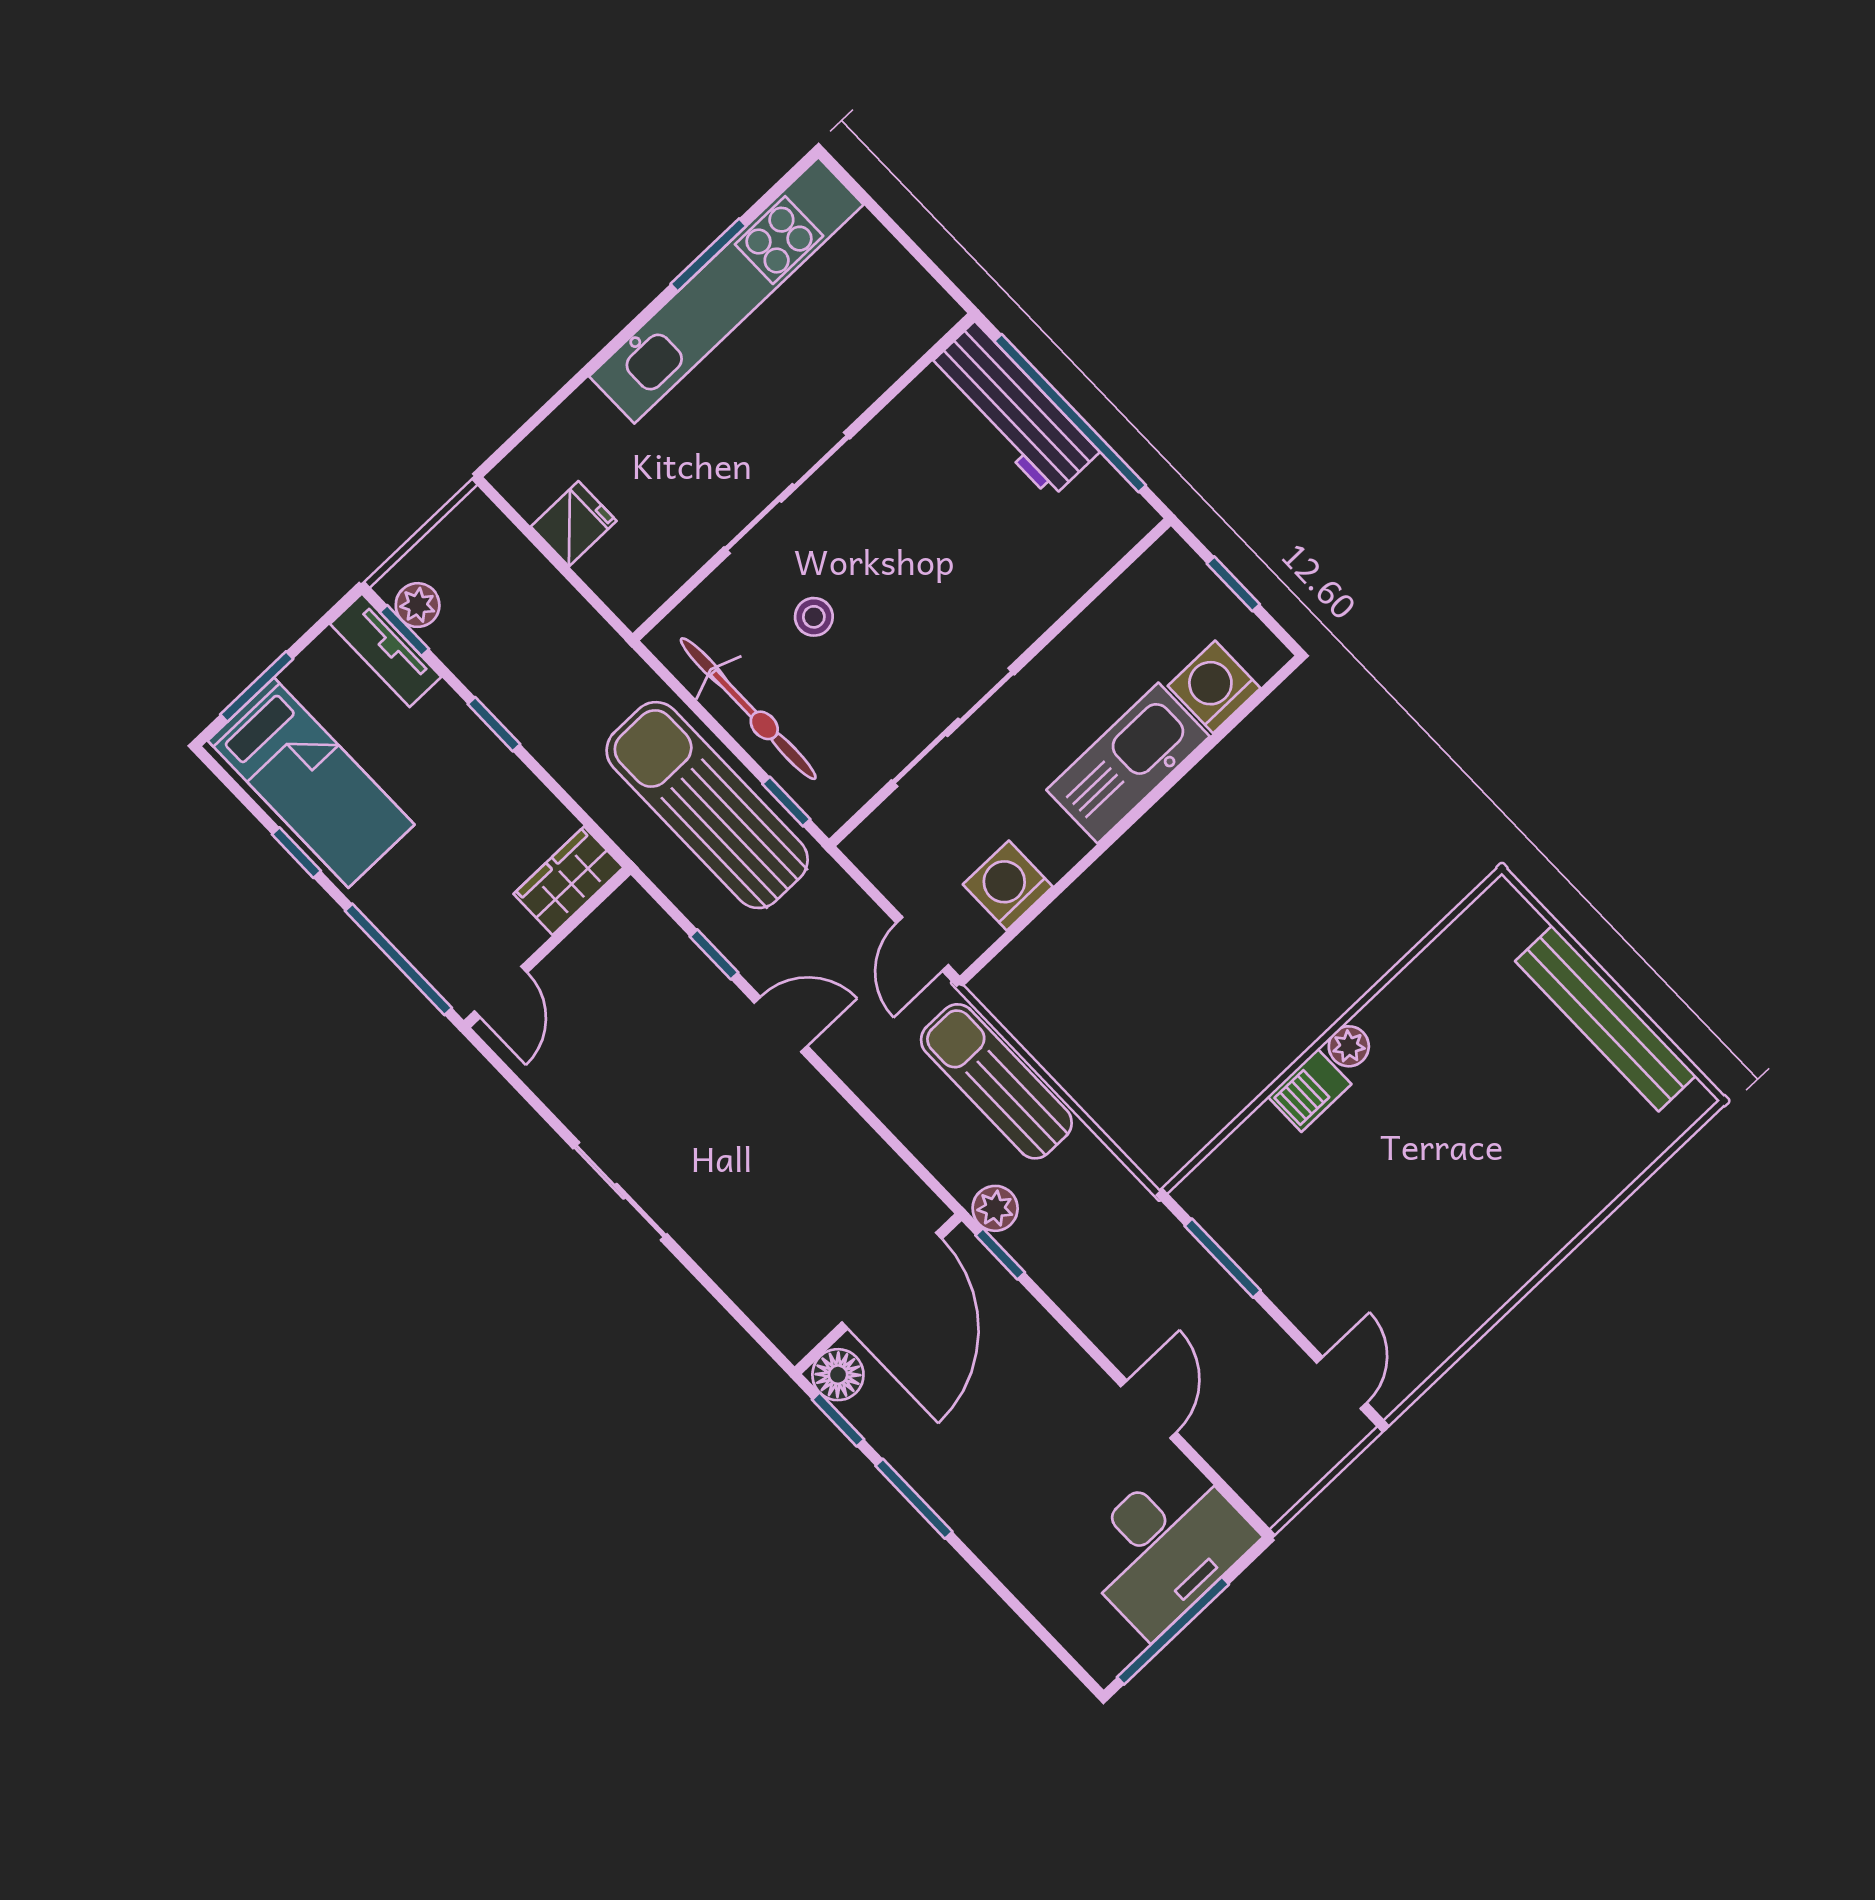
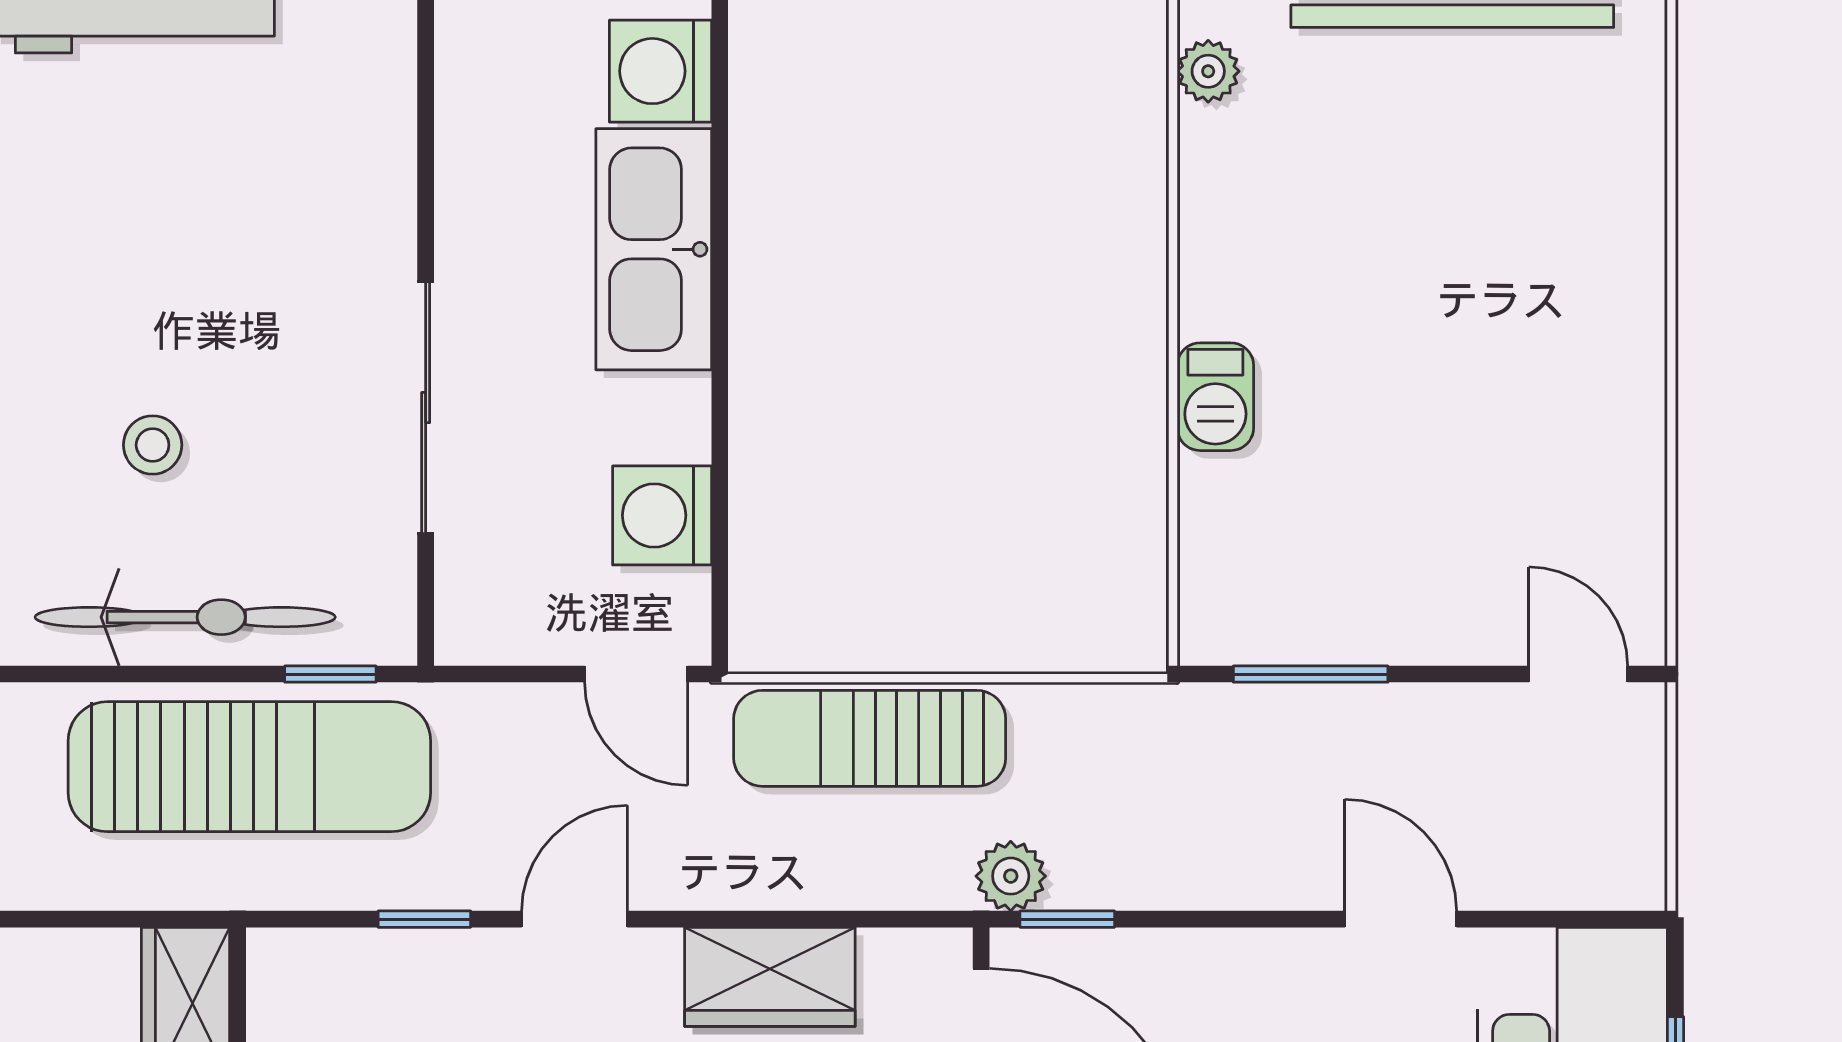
sun lounger: (707, 805) -> (249, 767), turned 180
plant: (1349, 1046) -> (1208, 71), moved
wardrobe: (841, 1141) -> (770, 977), added

